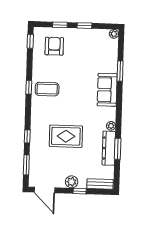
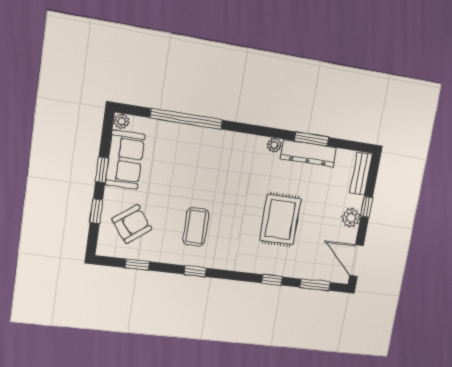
window: (30, 41) -> (137, 265), moved
armchair: (54, 46) -> (132, 224), turned 143
window: (120, 71) -> (186, 119), width x2.11
coffee table: (47, 89) -> (196, 227), moved
sofa: (107, 90) -> (125, 160), moved, turned -90
door: (44, 190) -> (356, 261), swing flipped

